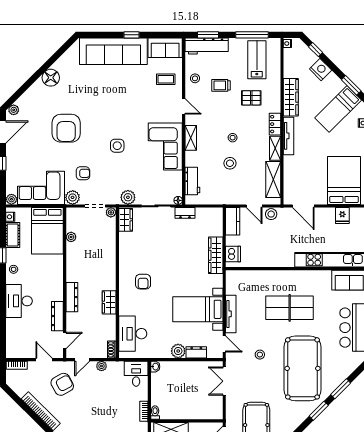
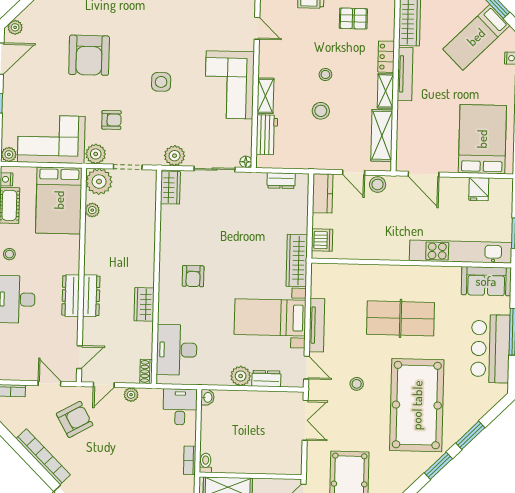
shelving: (191, 138) -> (265, 96), moved
plant: (111, 212) -> (99, 182), moved, width x1.88, depth x1.88
dresser: (185, 213) -> (281, 181), moved
wardrobe: (216, 255) -> (297, 261), moved
dresser: (57, 316) -> (71, 296), moved
double door: (224, 381) -> (305, 420), swing flipped

